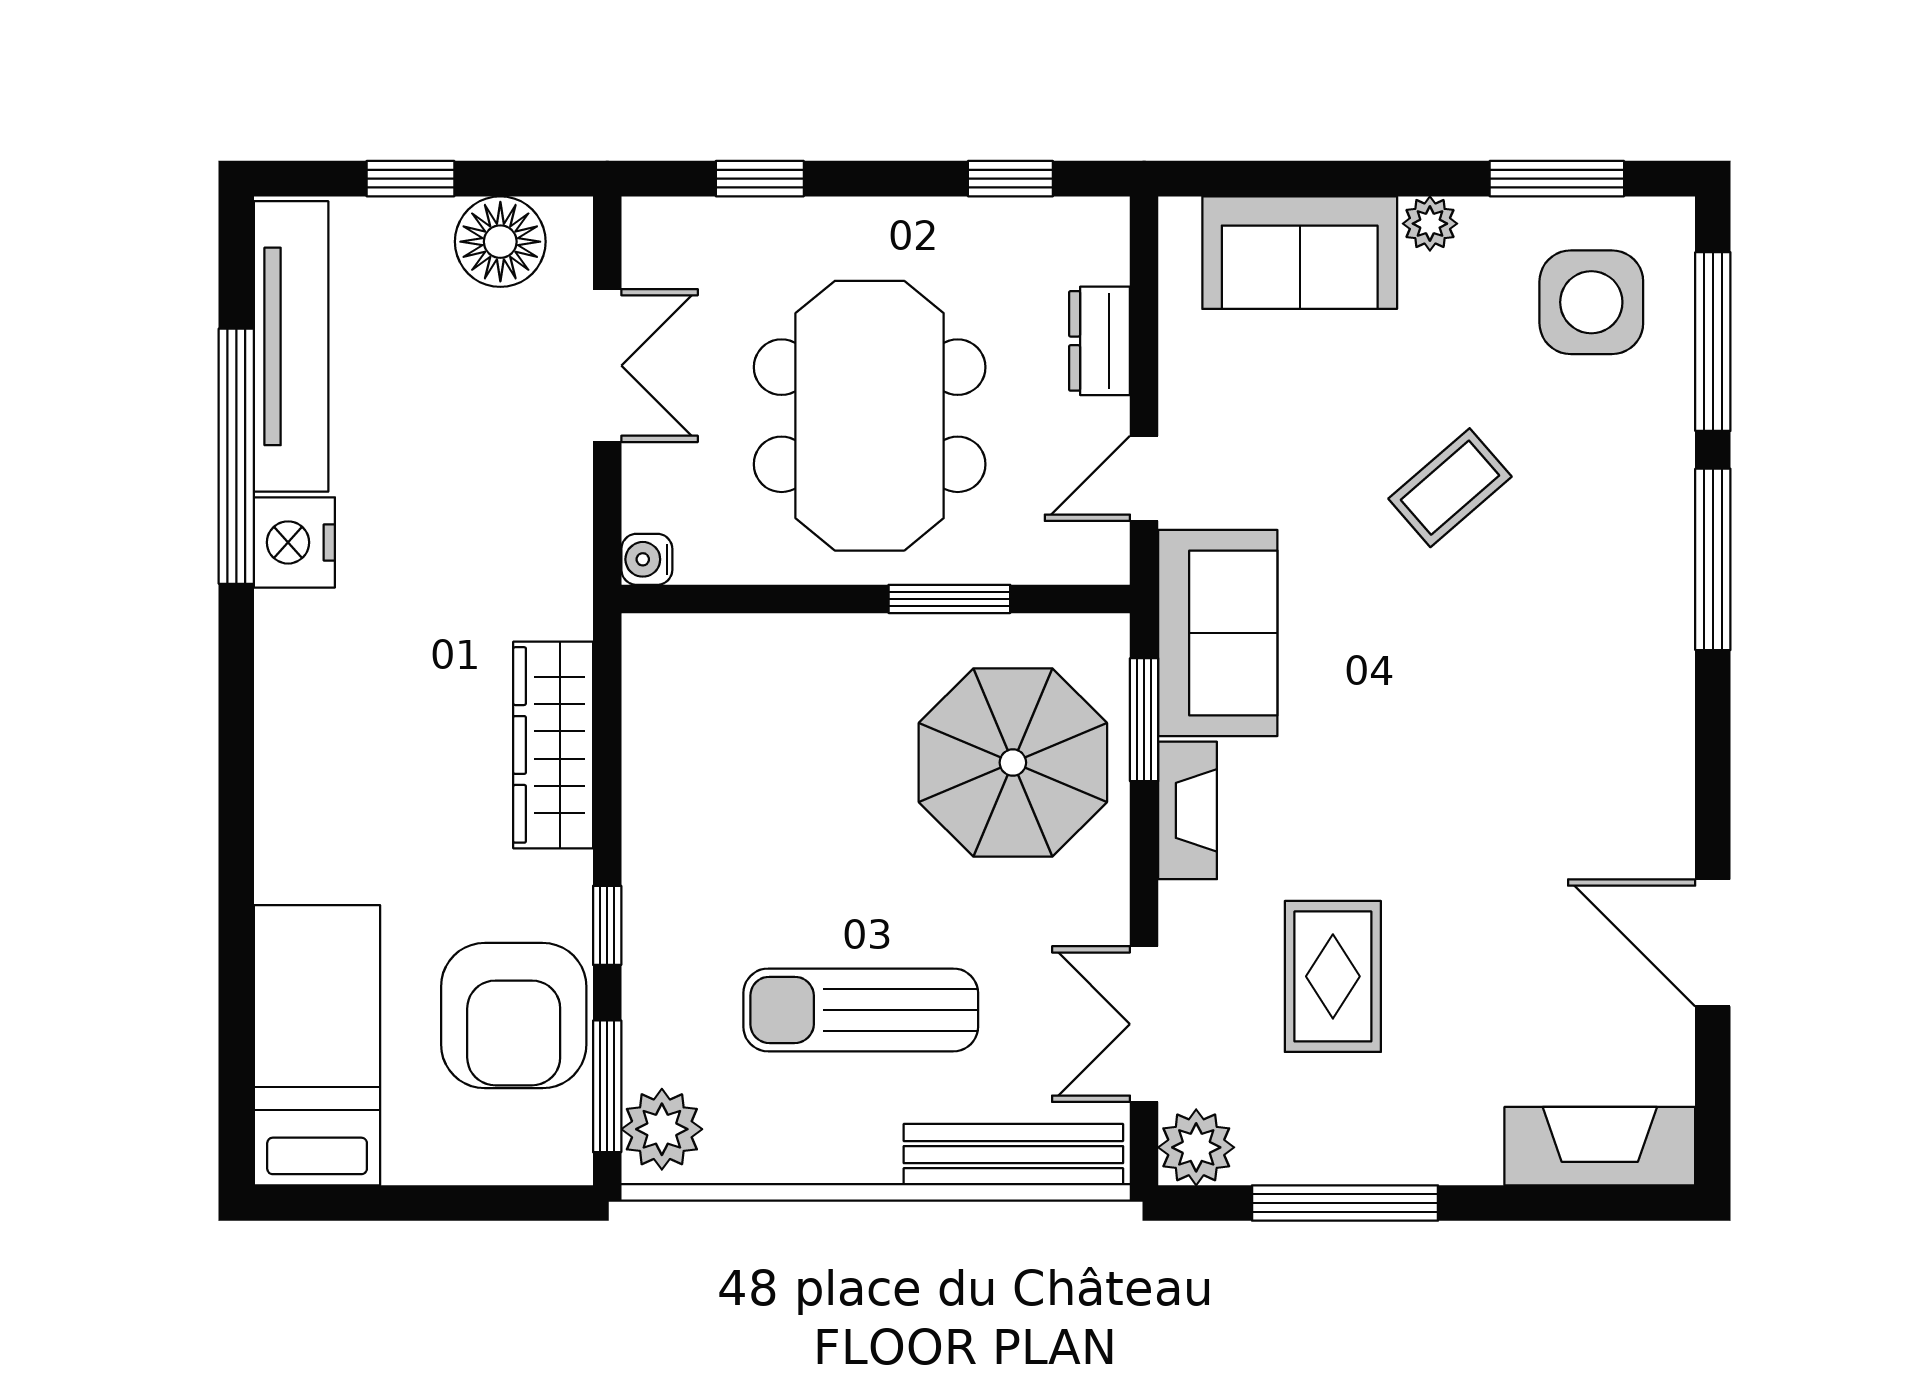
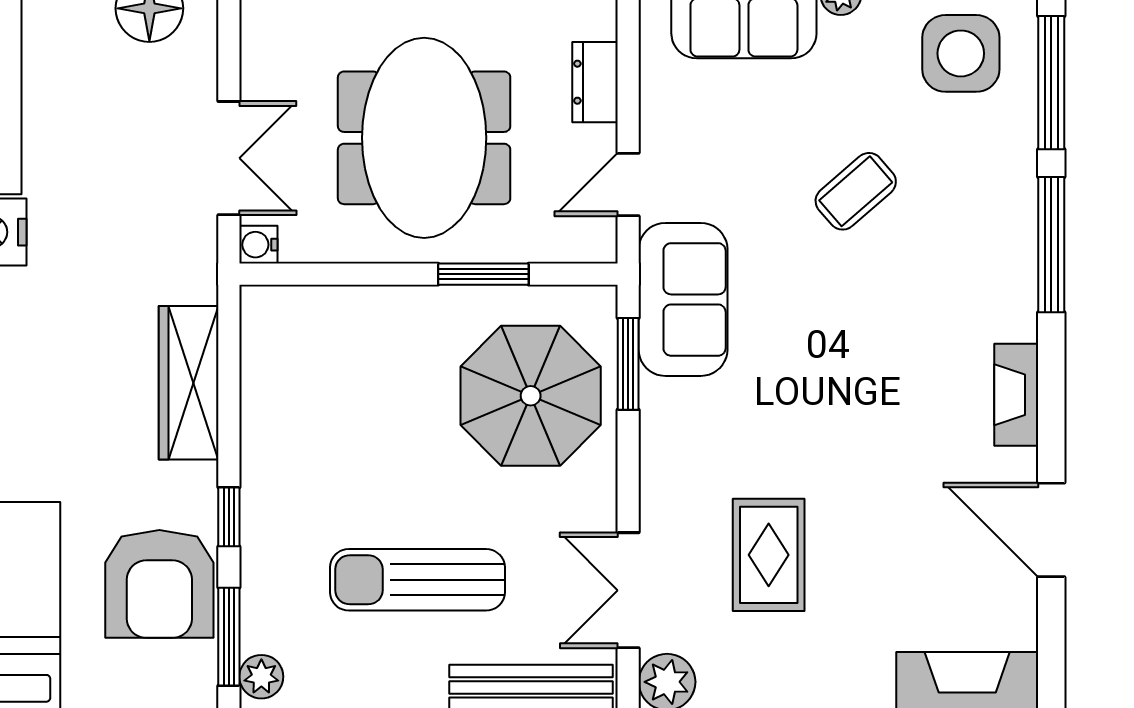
double door: (607, 366) -> (229, 158), moved
fireplace: (1188, 810) -> (1016, 395), moved, turned 180
plant: (662, 1129) -> (261, 677), width x0.73, depth x0.73

